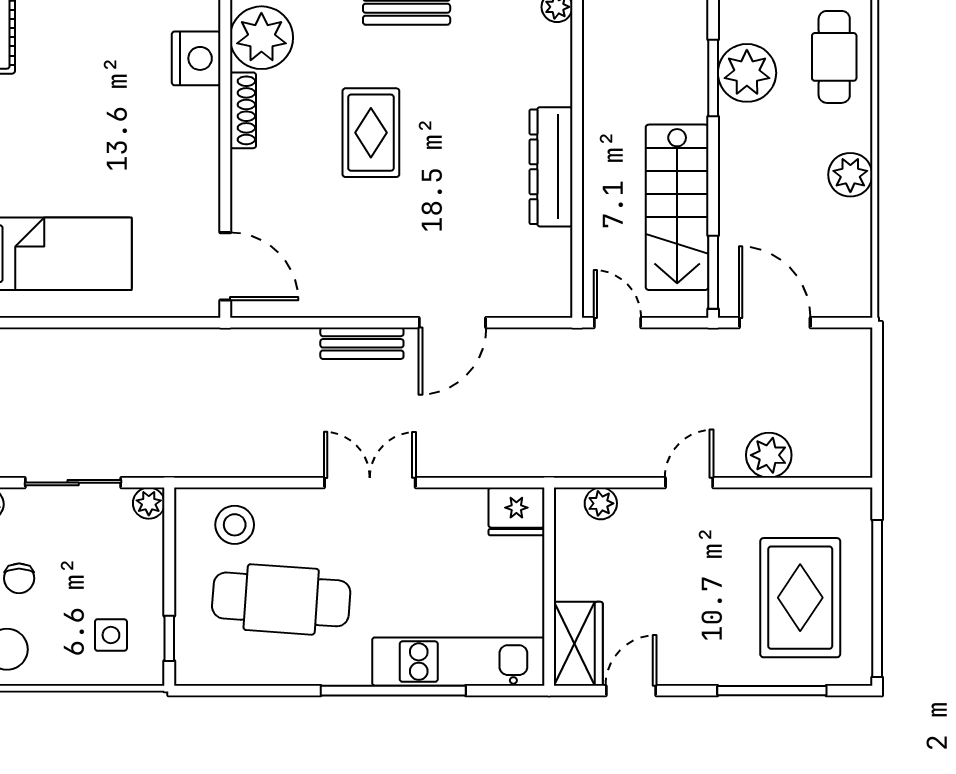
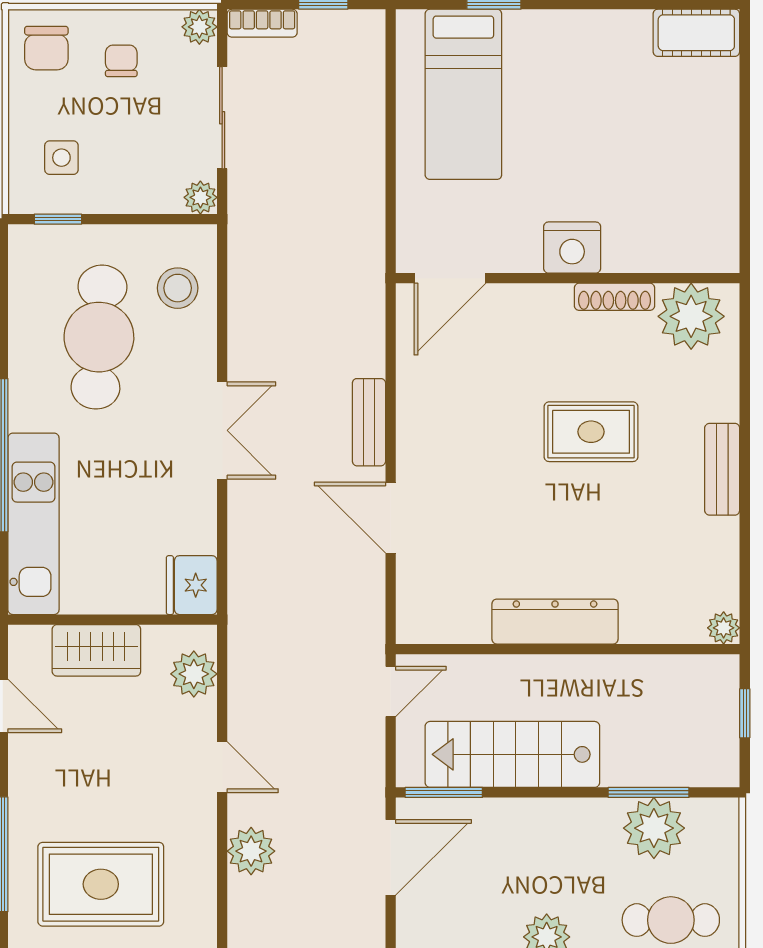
nightstand: (196, 58) -> (572, 248), moved
plant: (601, 503) -> (194, 674), width x1.38, depth x1.38
chair: (19, 578) -> (121, 61), turned 90
wardrobe: (578, 644) -> (96, 650), moved

